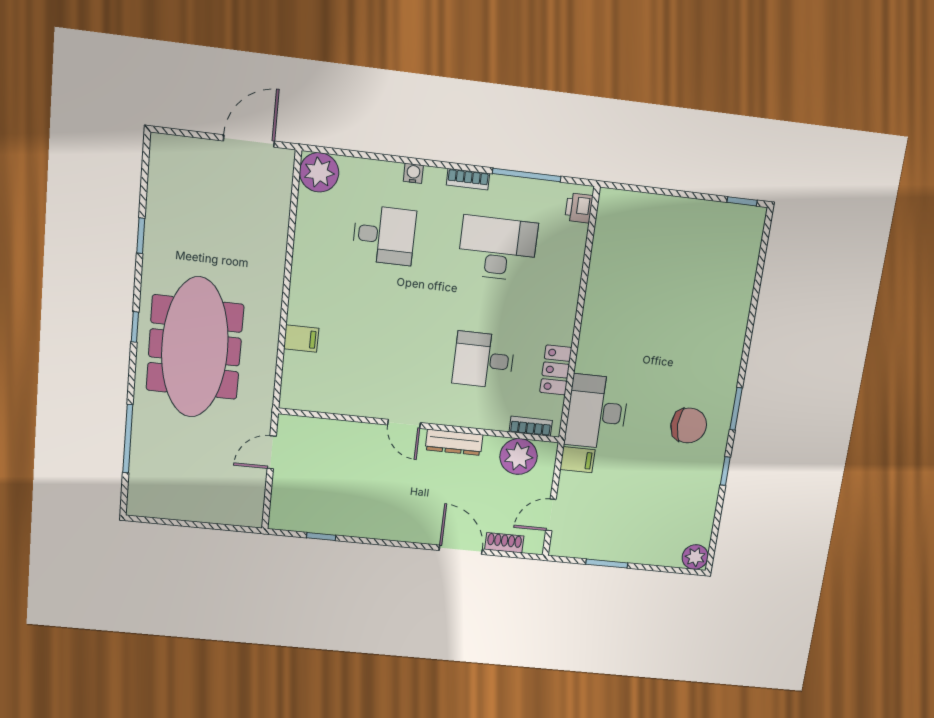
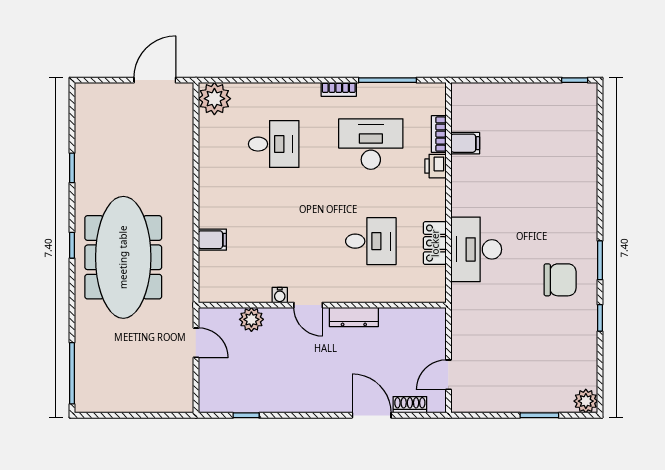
water cooler: (413, 173) -> (280, 295), moved, turned 180
printer: (579, 208) -> (435, 166), moved
desk: (484, 360) -> (371, 241), turned 180
desk: (597, 412) -> (476, 249), moved
bookcase: (531, 426) -> (439, 134), moved, turned -90
window: (128, 439) -> (72, 373), moved
door: (272, 452) -> (196, 343), swing flipped
plant: (519, 456) -> (251, 319), moved, width x0.73, depth x0.73
filing cabinet: (577, 460) -> (465, 143), moved
window: (607, 564) -> (539, 415), moved

